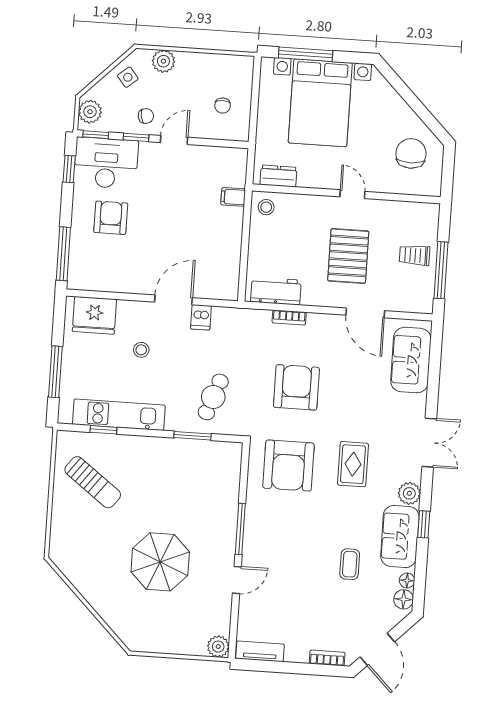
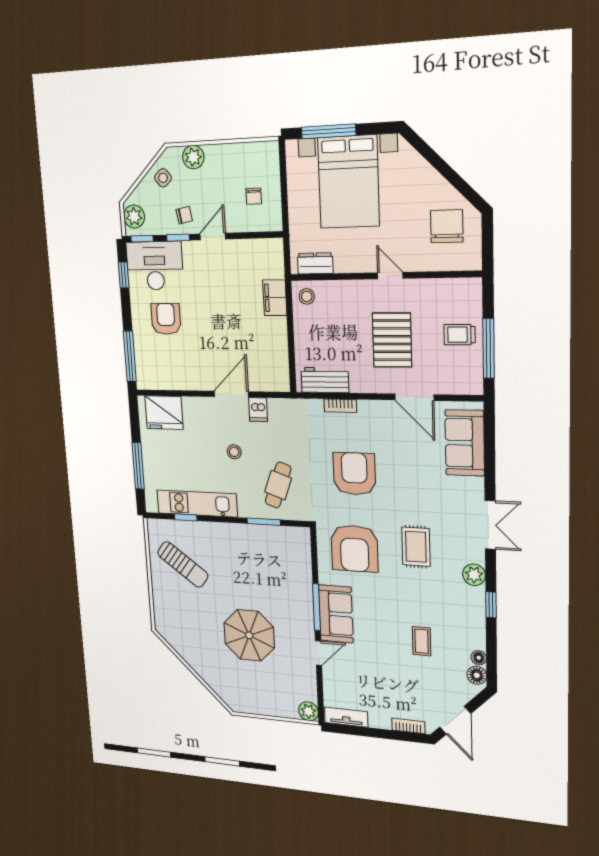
filing cabinet: (233, 197) -> (275, 298), width x2.00
stool: (141, 350) -> (234, 452), moved
sofa: (400, 536) -> (336, 614), moved, turned 180

